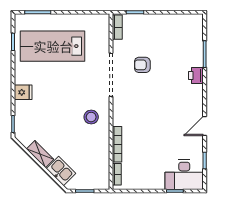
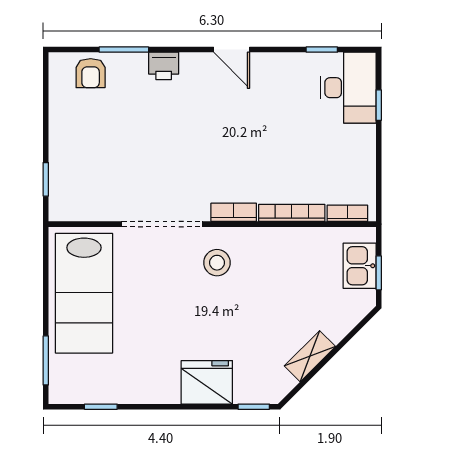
bookcase: (117, 27) -> (234, 212), moved
lab bench: (53, 46) -> (84, 293), moved
armchair: (142, 65) -> (91, 73), moved
fridge: (23, 92) -> (207, 382), width x1.88, depth x1.34
stool: (91, 117) -> (217, 263), moved
door: (205, 126) -> (232, 50), moved
kitchen sink: (61, 171) -> (360, 266), moved, turned -45

